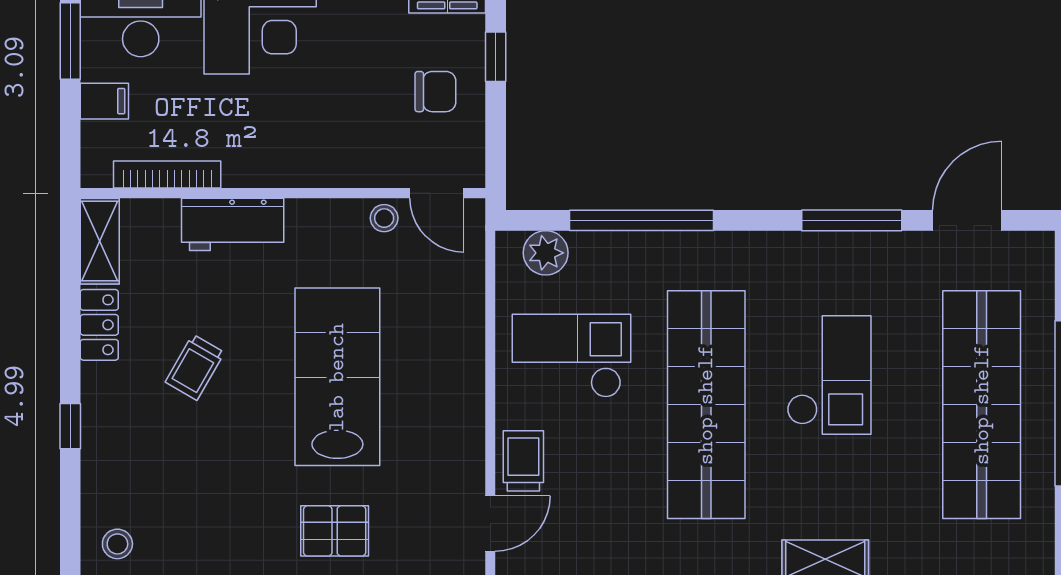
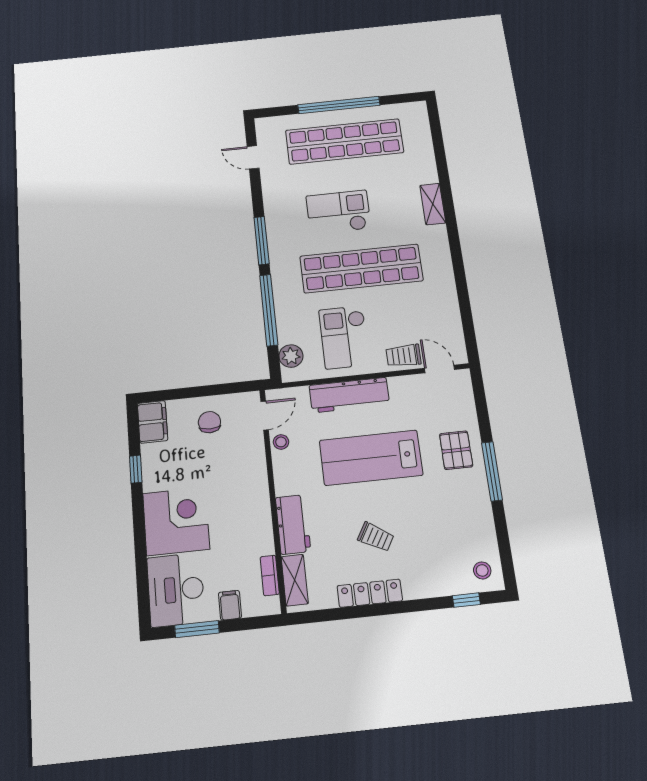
window: (496, 57) -> (188, 393), removed
bookcase: (167, 175) -> (270, 575), width x0.64
window: (852, 220) -> (262, 241), moved
door: (967, 220) -> (253, 157), width x0.73
shelving: (100, 241) -> (295, 580), moved, turned 90
locker: (99, 325) -> (370, 593), width x1.53
workbench: (459, 352) -> (349, 395), added
window: (70, 426) -> (466, 600), moved

